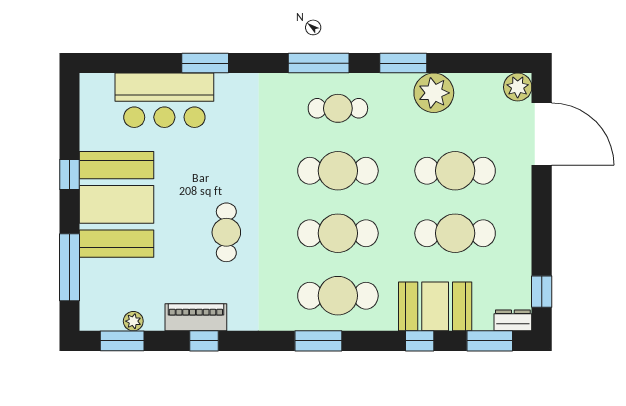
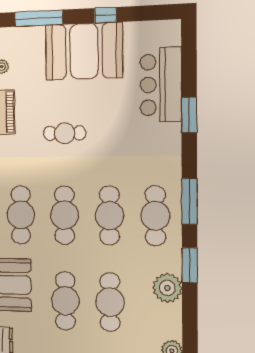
cafe table: (338, 108) -> (155, 216), width x1.37, depth x1.35

